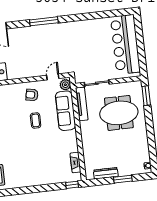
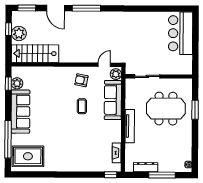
window: (44, 21) -> (86, 8), moved
bar counter: (125, 44) -> (181, 33), width x0.73
window: (146, 96) -> (195, 110), moved
tv unit: (82, 104) -> (130, 126), moved
window: (123, 179) -> (162, 175), width x1.44

